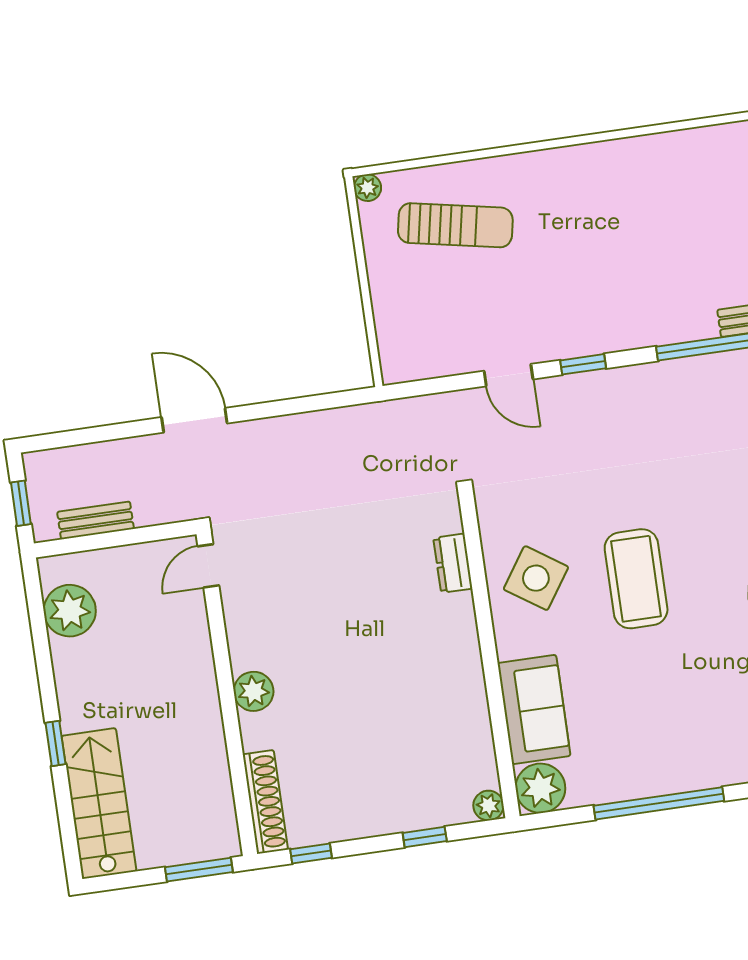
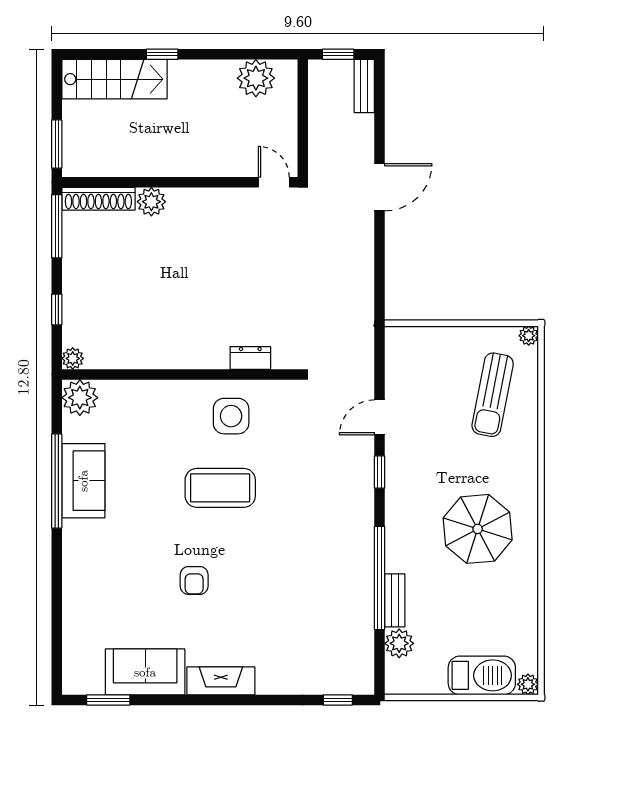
parasol: (641, 219) -> (478, 529), added
bench: (96, 520) -> (364, 86), moved
side table: (536, 578) -> (231, 416), turned -34
plant: (254, 691) -> (151, 202), moved
sofa: (534, 709) -> (83, 481), moved, turned -90
window: (311, 853) -> (57, 226), width x2.17

